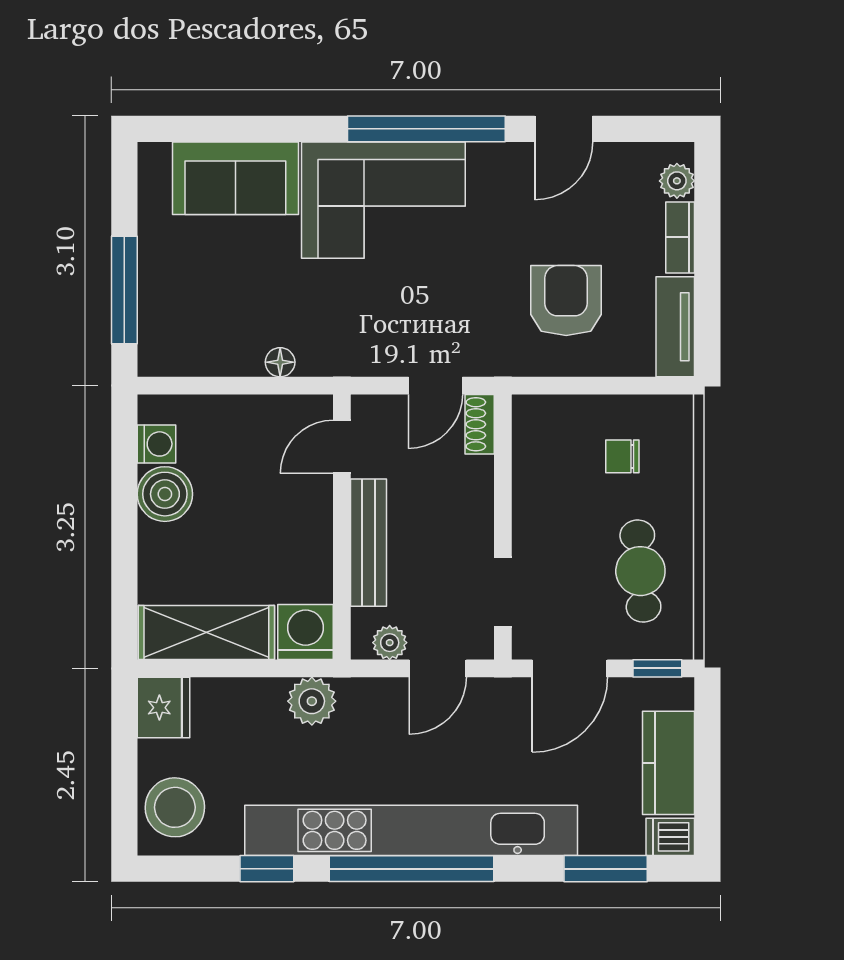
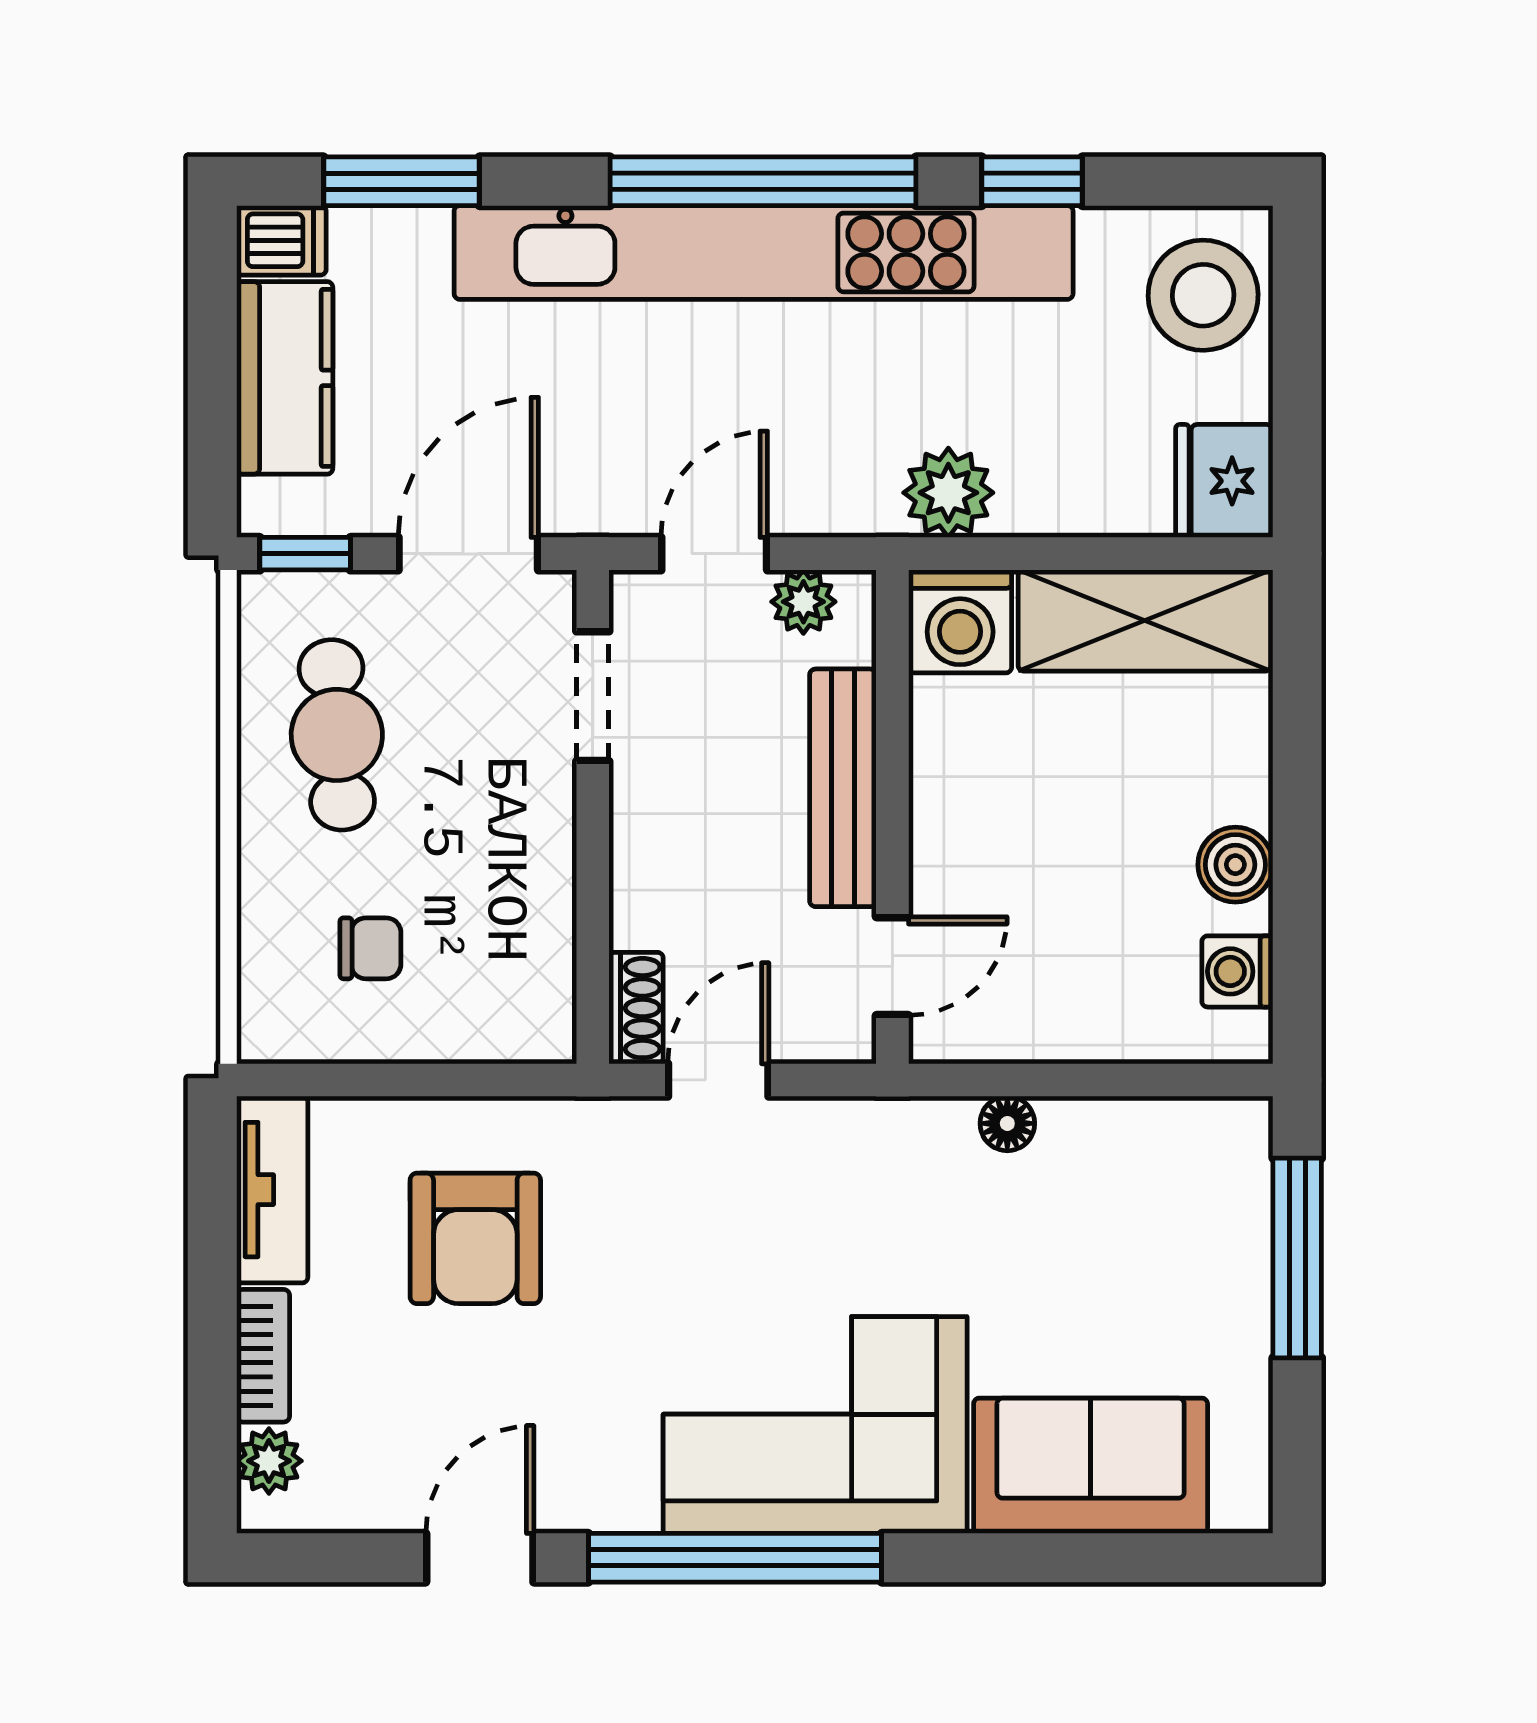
boiler: (165, 494) -> (1235, 865), width x0.73, depth x0.73

